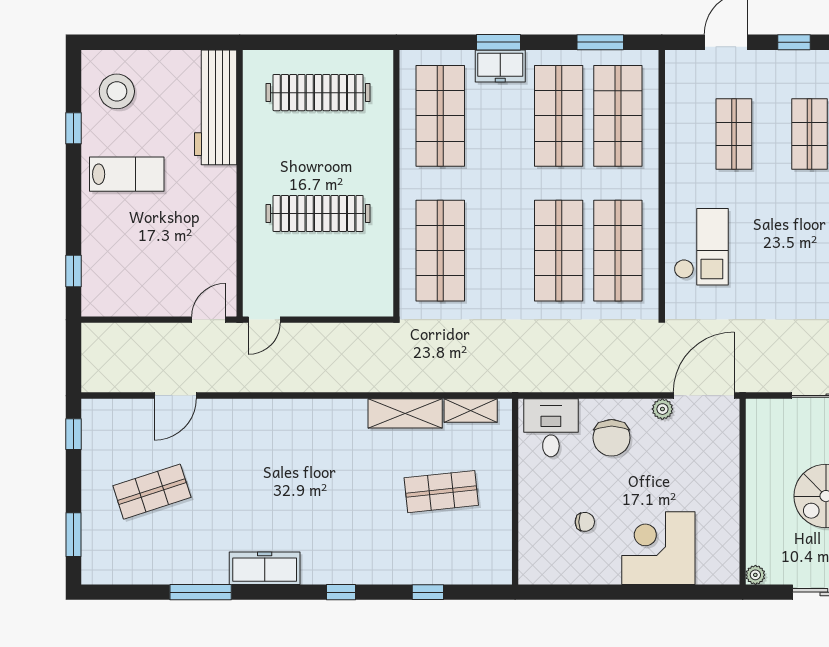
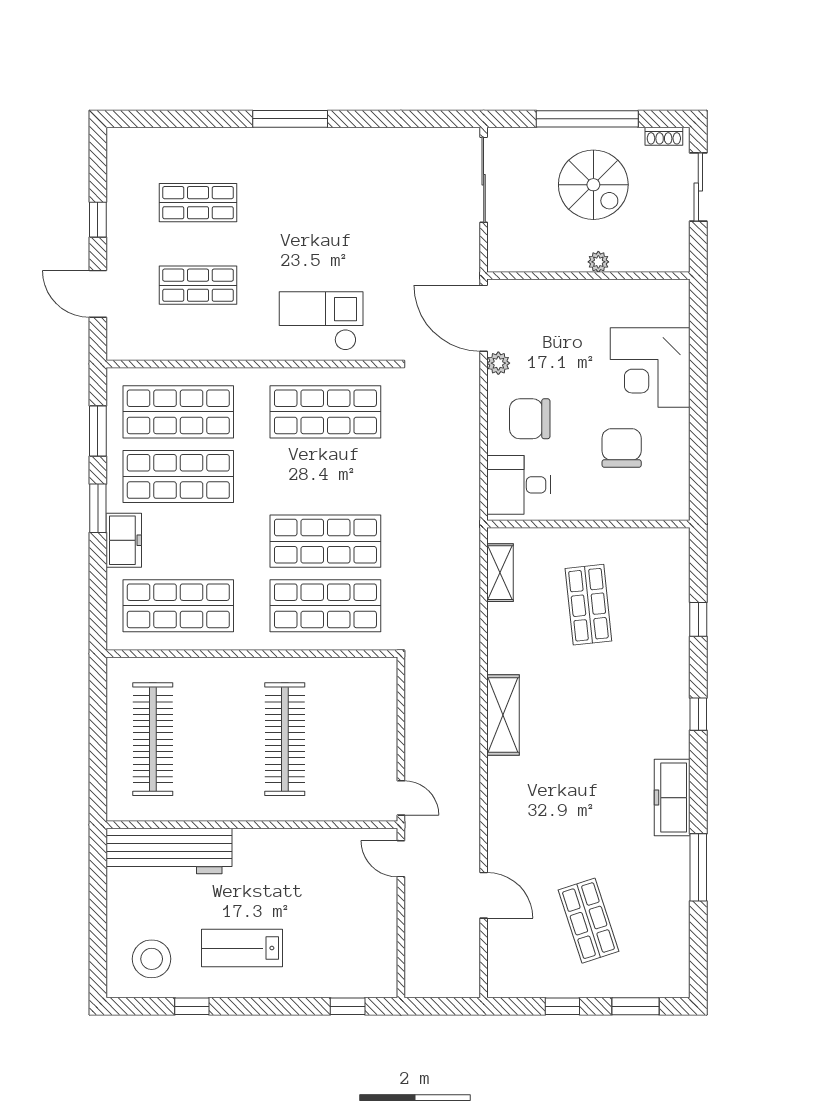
window: (498, 42) -> (98, 508), moved
lab bench: (127, 174) -> (242, 948), turned -90
shop shelf: (559, 251) -> (325, 541), moved
shelving: (405, 413) -> (503, 715), moved
window: (73, 434) -> (562, 1006), moved
chair: (612, 438) -> (530, 419), turned 180
chair: (585, 522) -> (622, 448), width x1.87, depth x1.87
plant: (755, 575) -> (598, 262), moved

